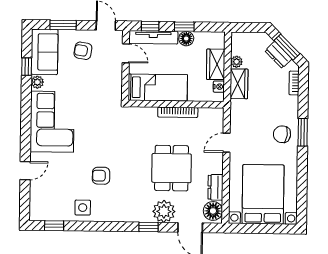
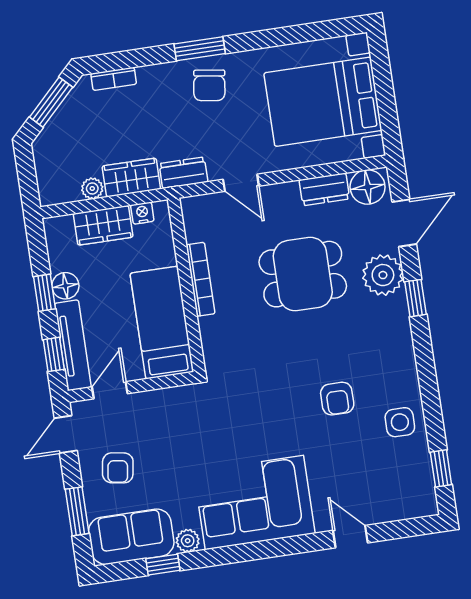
dresser: (278, 55) -> (183, 173), moved, turned -135

